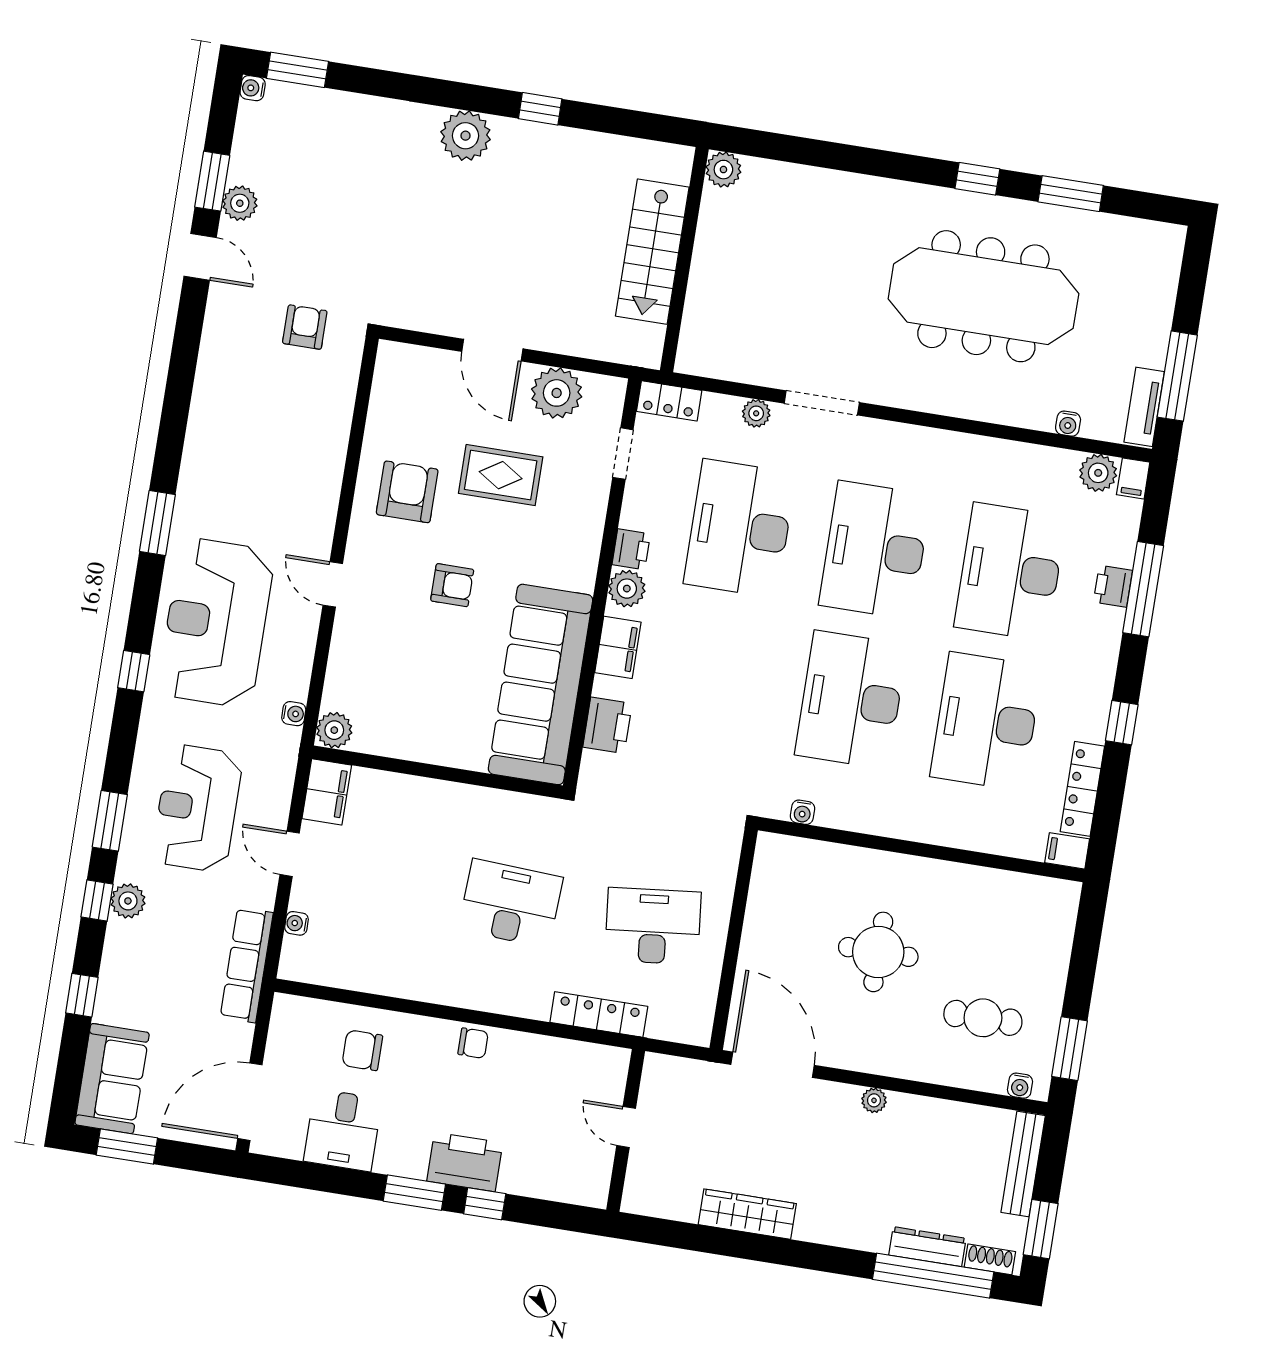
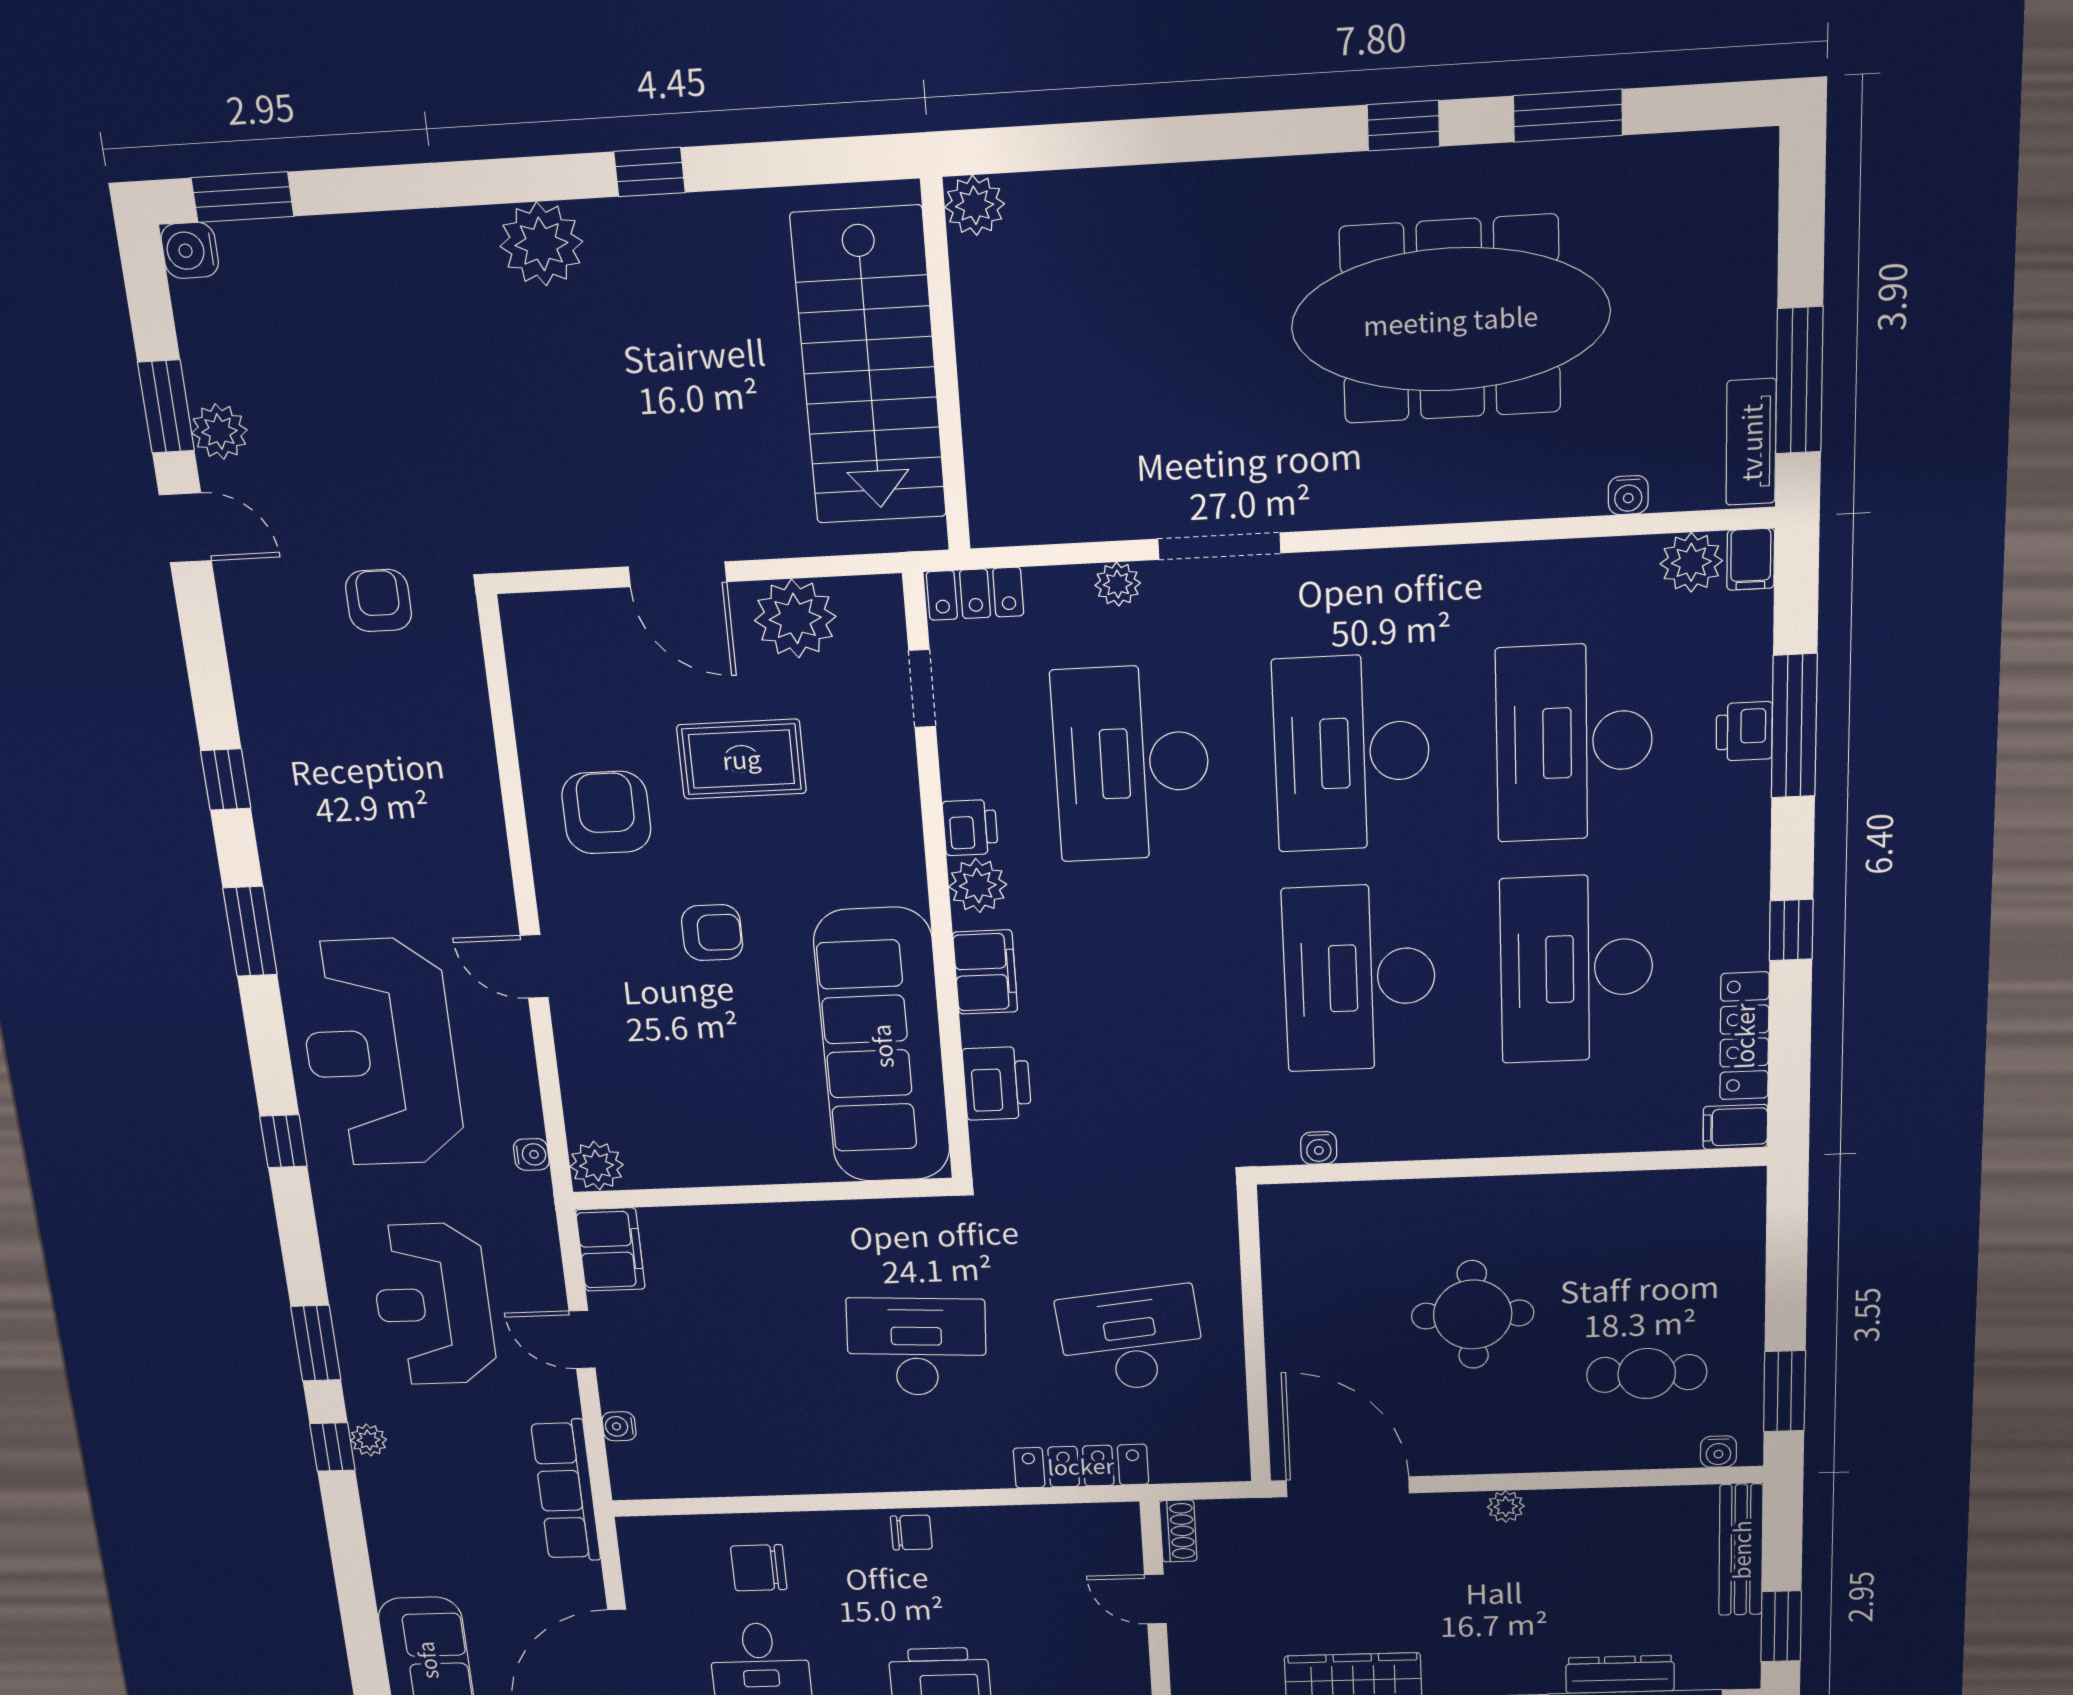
water cooler: (253, 88) -> (190, 250), width x1.38, depth x1.38
stairs: (652, 252) -> (869, 366), width x1.36, depth x1.51
plant: (128, 901) -> (369, 1440), width x0.73, depth x0.73
window: (82, 995) -> (226, 779), moved
shoe rack: (990, 1259) -> (1178, 1531), moved, turned 90

